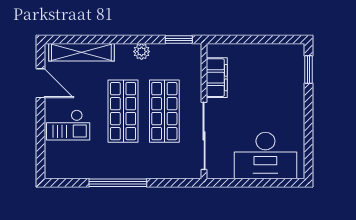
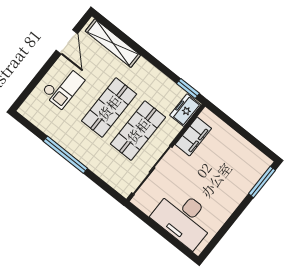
plant: (142, 52) -> (155, 76), removed
freezer: (192, 60) -> (185, 110), added
window: (308, 69) -> (262, 182), width x1.44
checkout: (68, 125) -> (63, 87), turned -90

